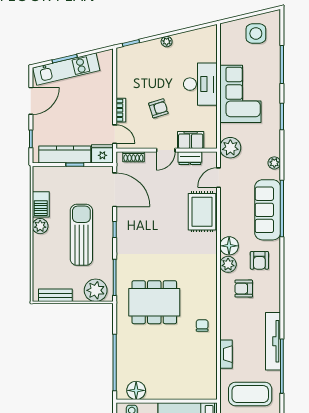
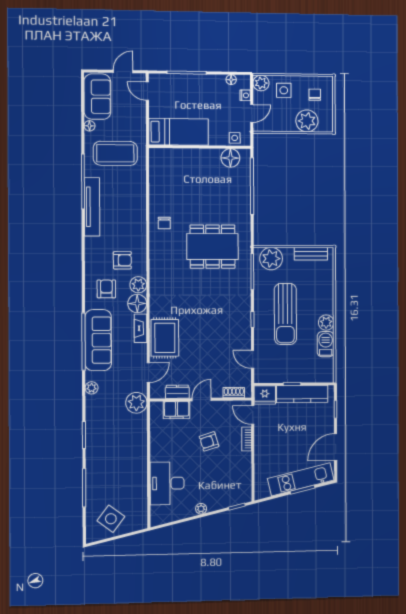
side table: (256, 33) -> (111, 519), turned 37
desk: (200, 84) -> (167, 483), moved
corner sofa: (240, 94) -> (126, 457), removed
door: (115, 190) -> (253, 359), width x0.53
fireplace: (226, 354) -> (141, 328), moved

